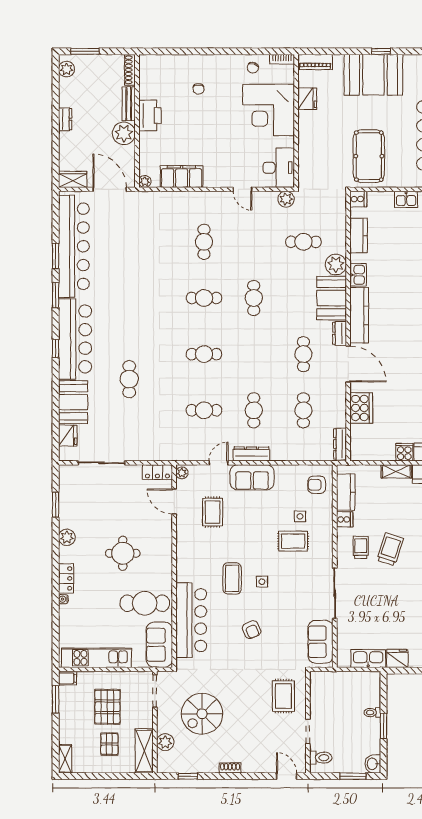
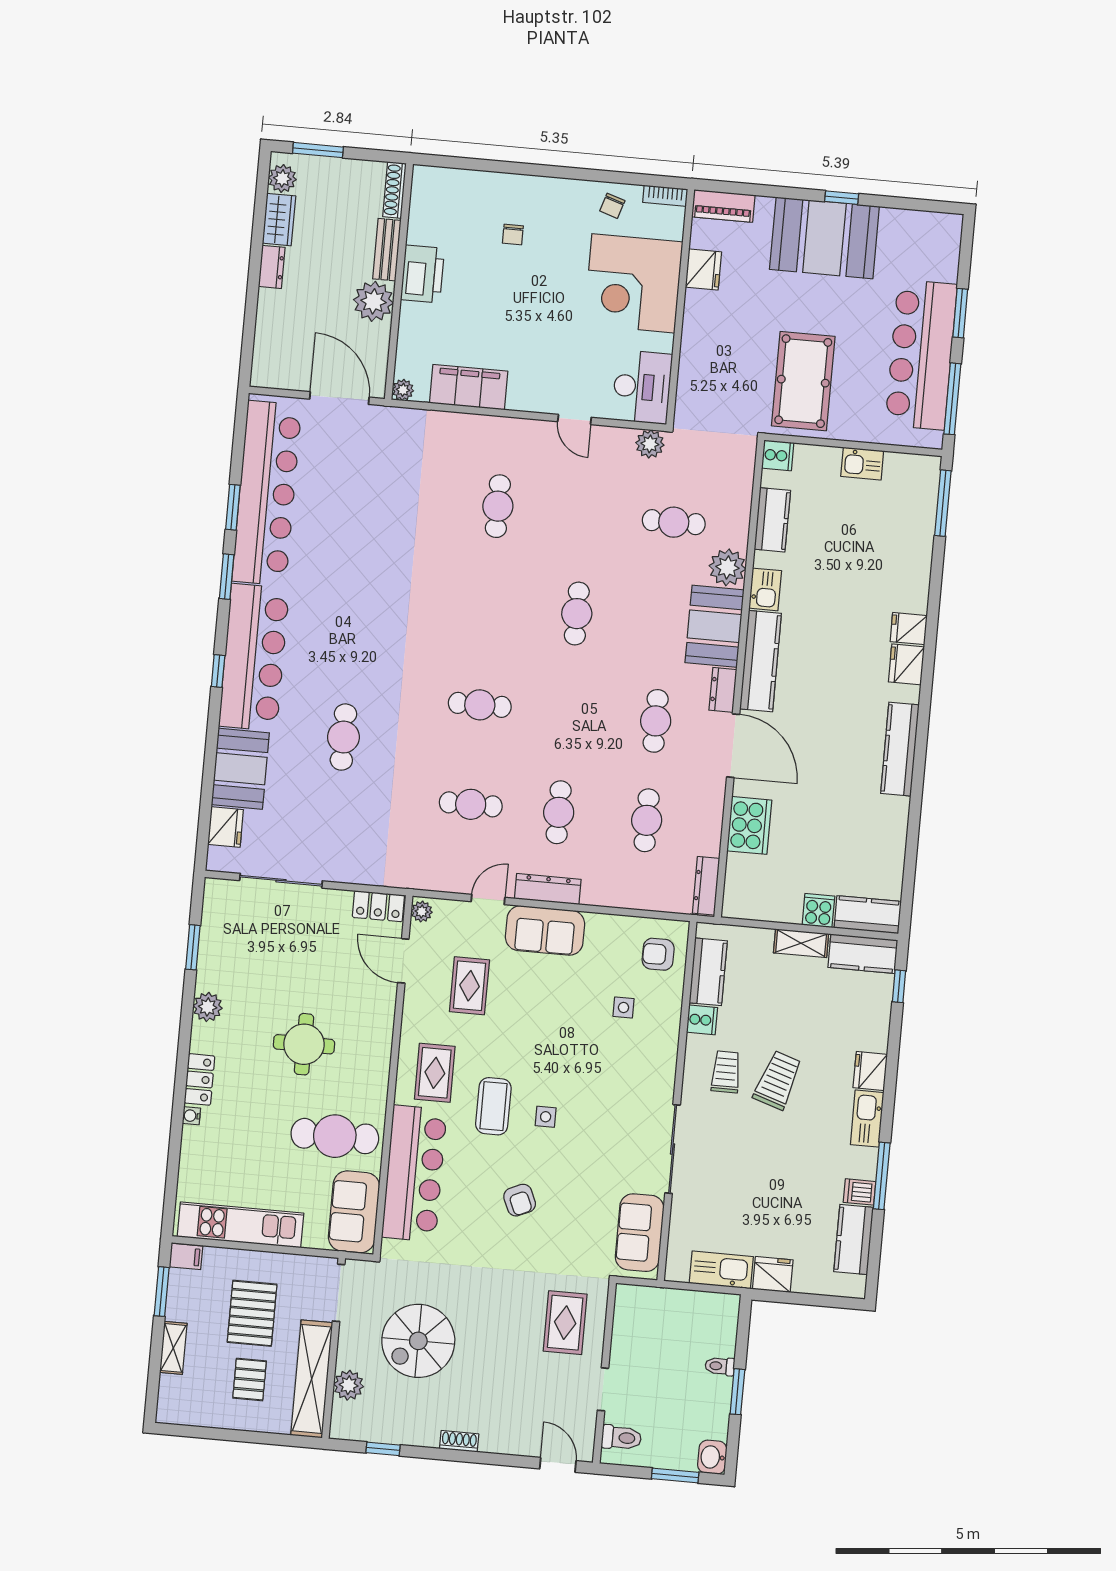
wardrobe: (73, 179) -> (279, 220), moved, turned 90
cafe table: (204, 298) -> (489, 606), removed
rug: (293, 541) -> (435, 1073), moved, turned 90
shelving: (144, 751) -> (312, 1379), width x1.47
shelving: (65, 759) -> (173, 1348), moved

